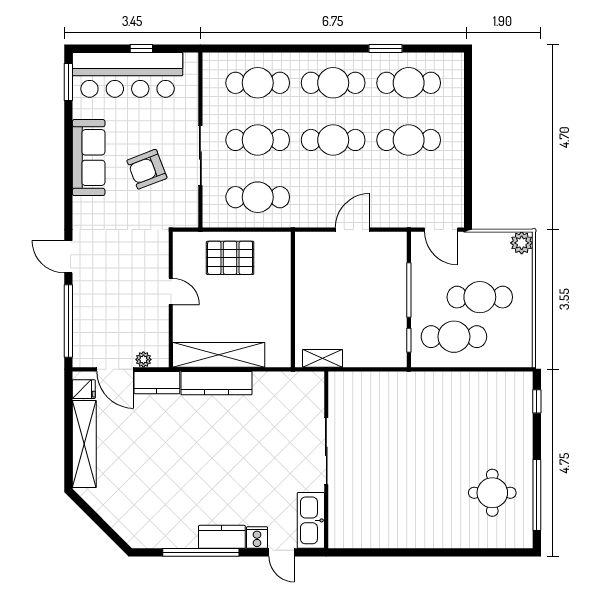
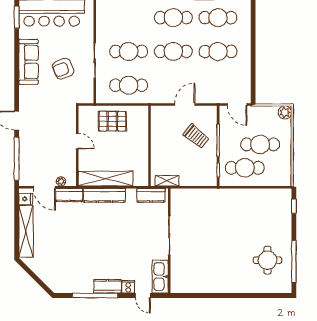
cafe table: (258, 83) -> (129, 18), removed
trolley: (372, 283) -> (196, 136), added
kitchen counter: (295, 383) -> (151, 195), added

